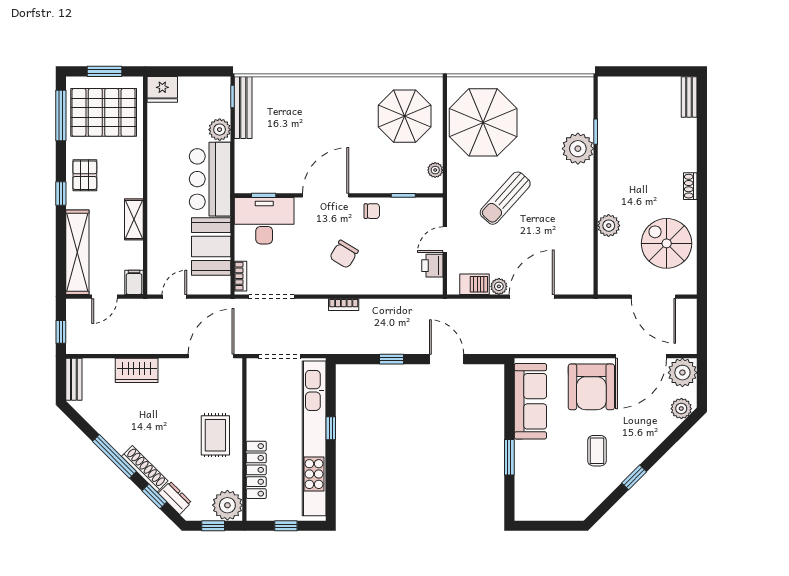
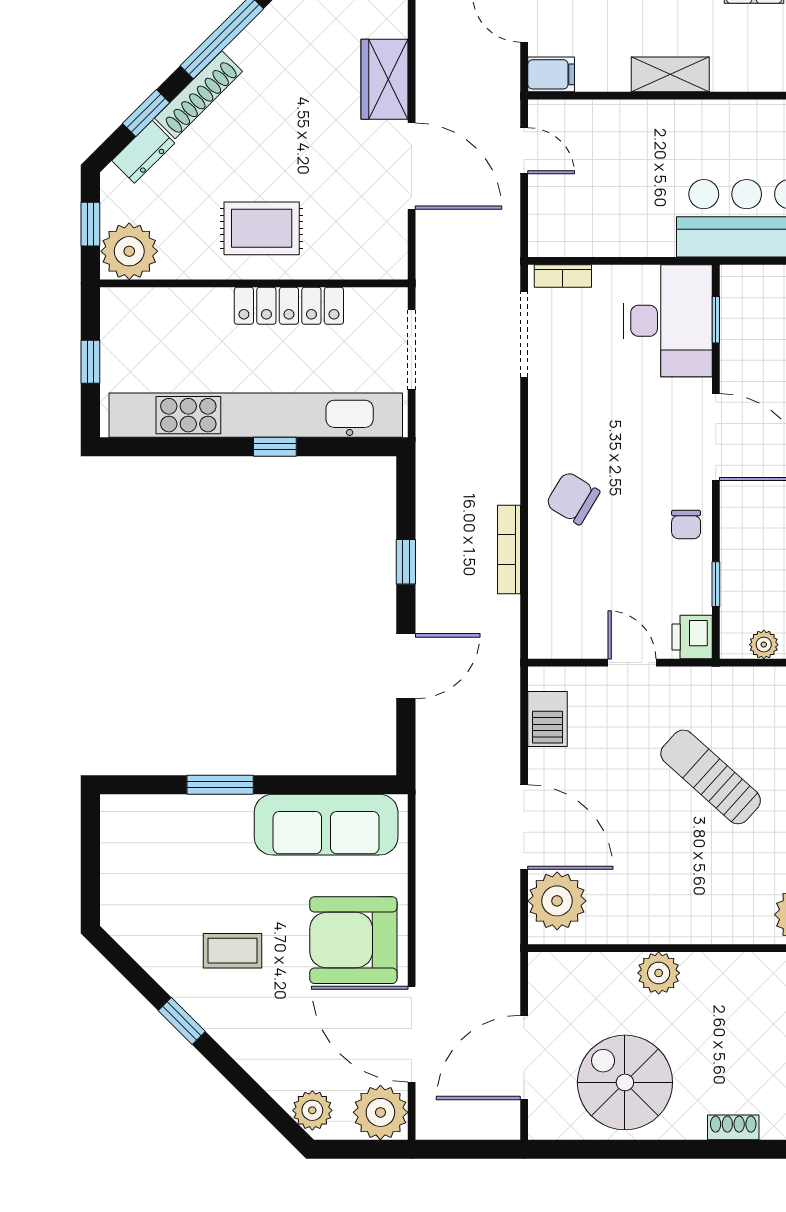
spiral stairs: (667, 243) -> (625, 1082), turned -90
booth: (211, 247) -> (619, 220), removed
chair: (344, 254) -> (573, 498), moved
printer: (432, 266) -> (692, 637), moved, turned -90
plant: (499, 286) -> (557, 901), moved, width x1.88, depth x1.88
bookcase: (344, 305) -> (509, 549), moved, width x1.56
door: (211, 356) -> (412, 166), moved
locker: (256, 470) -> (289, 306), moved

